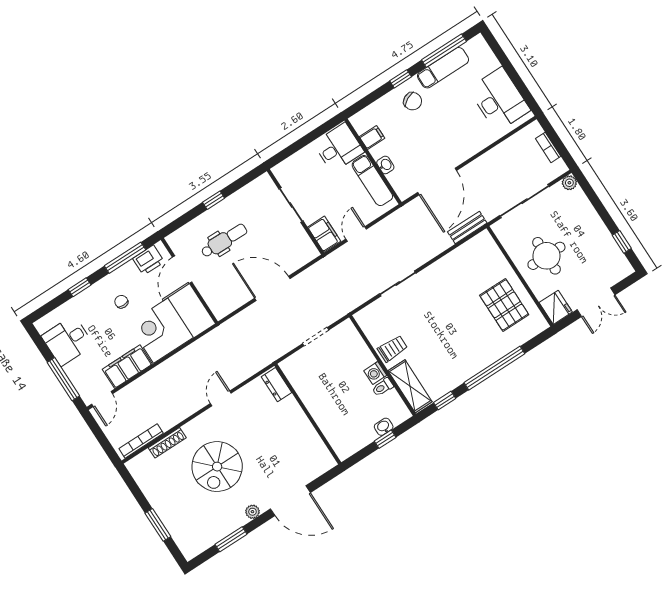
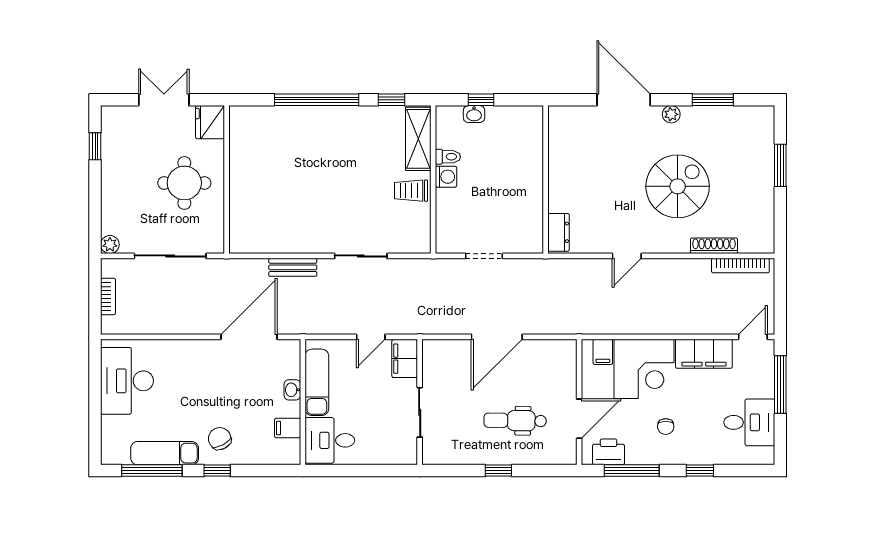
bench: (467, 227) -> (293, 267), moved
door: (272, 288) -> (497, 337), hinge flipped
pallet: (504, 305) -> (263, 160), removed
filing cabinet: (195, 324) -> (603, 352), added

